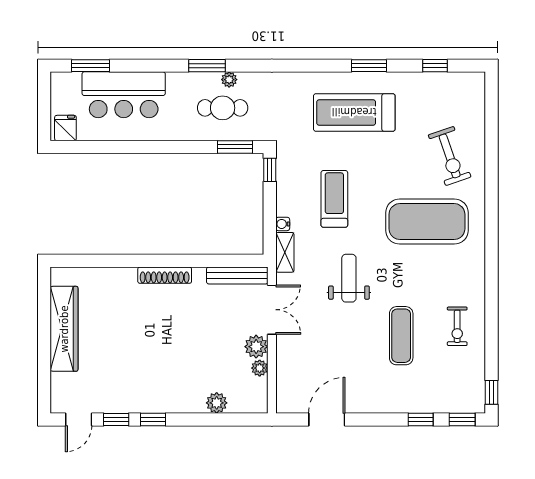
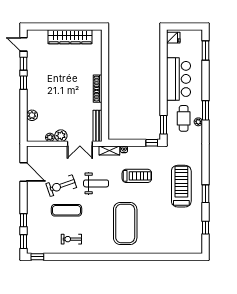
bar counter: (124, 95) -> (179, 79), moved, turned 180
exercise bike: (450, 156) -> (61, 186), moved

